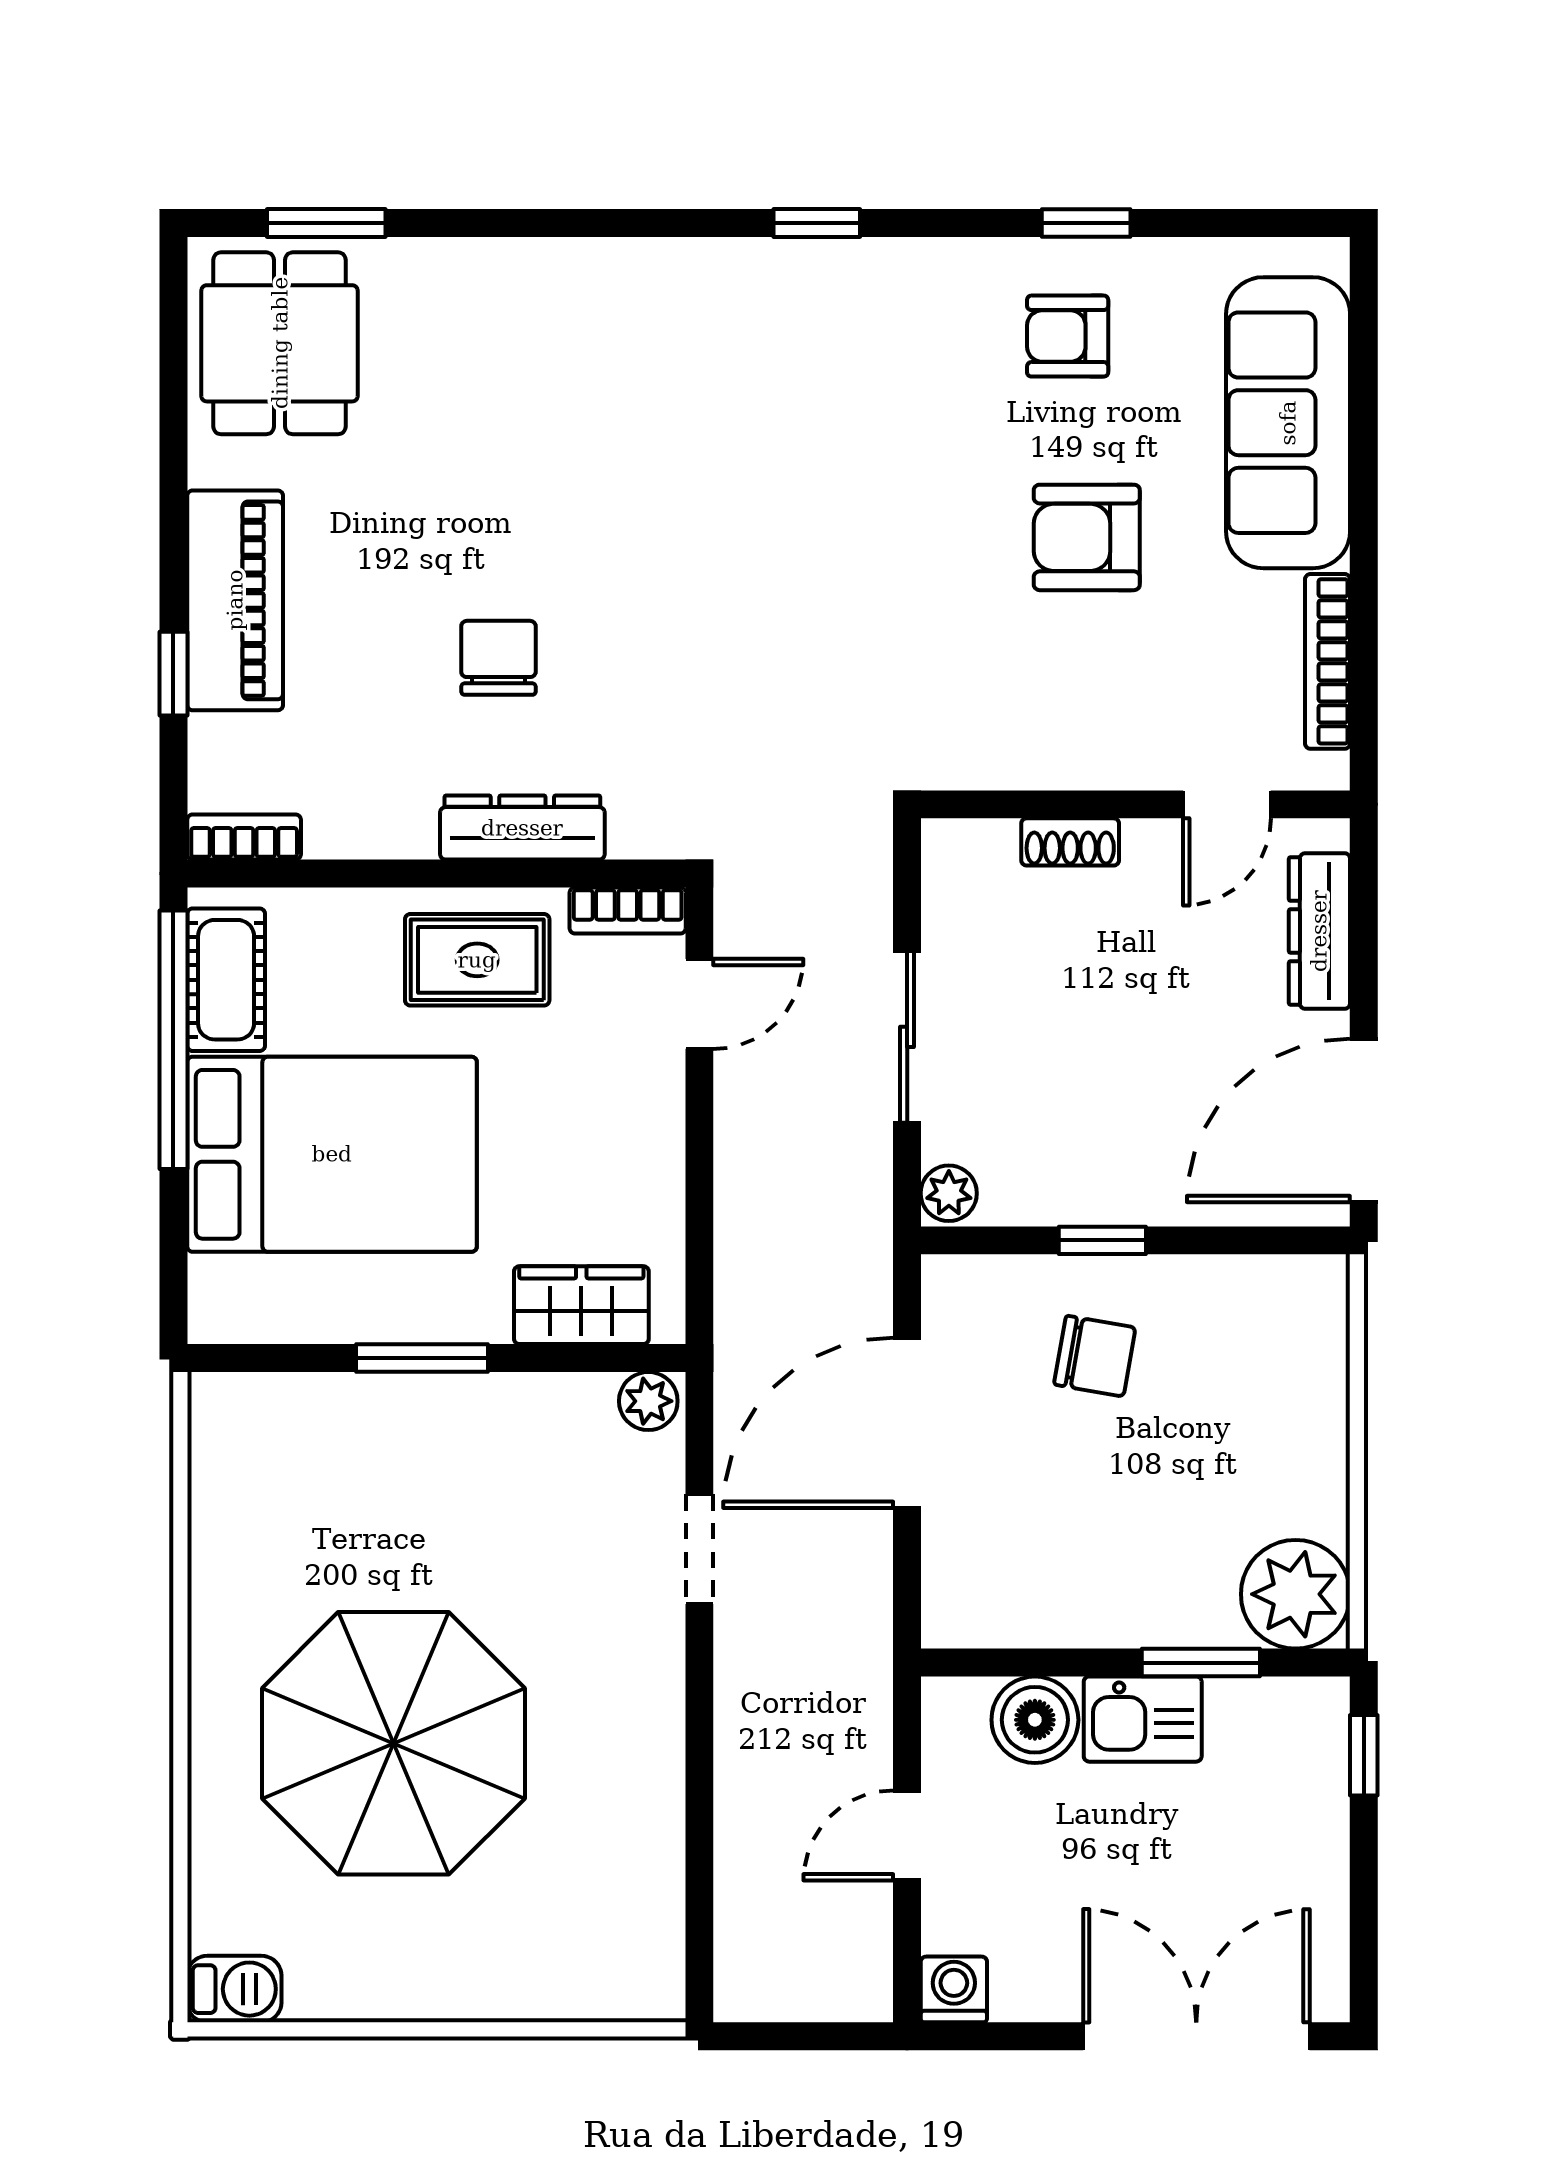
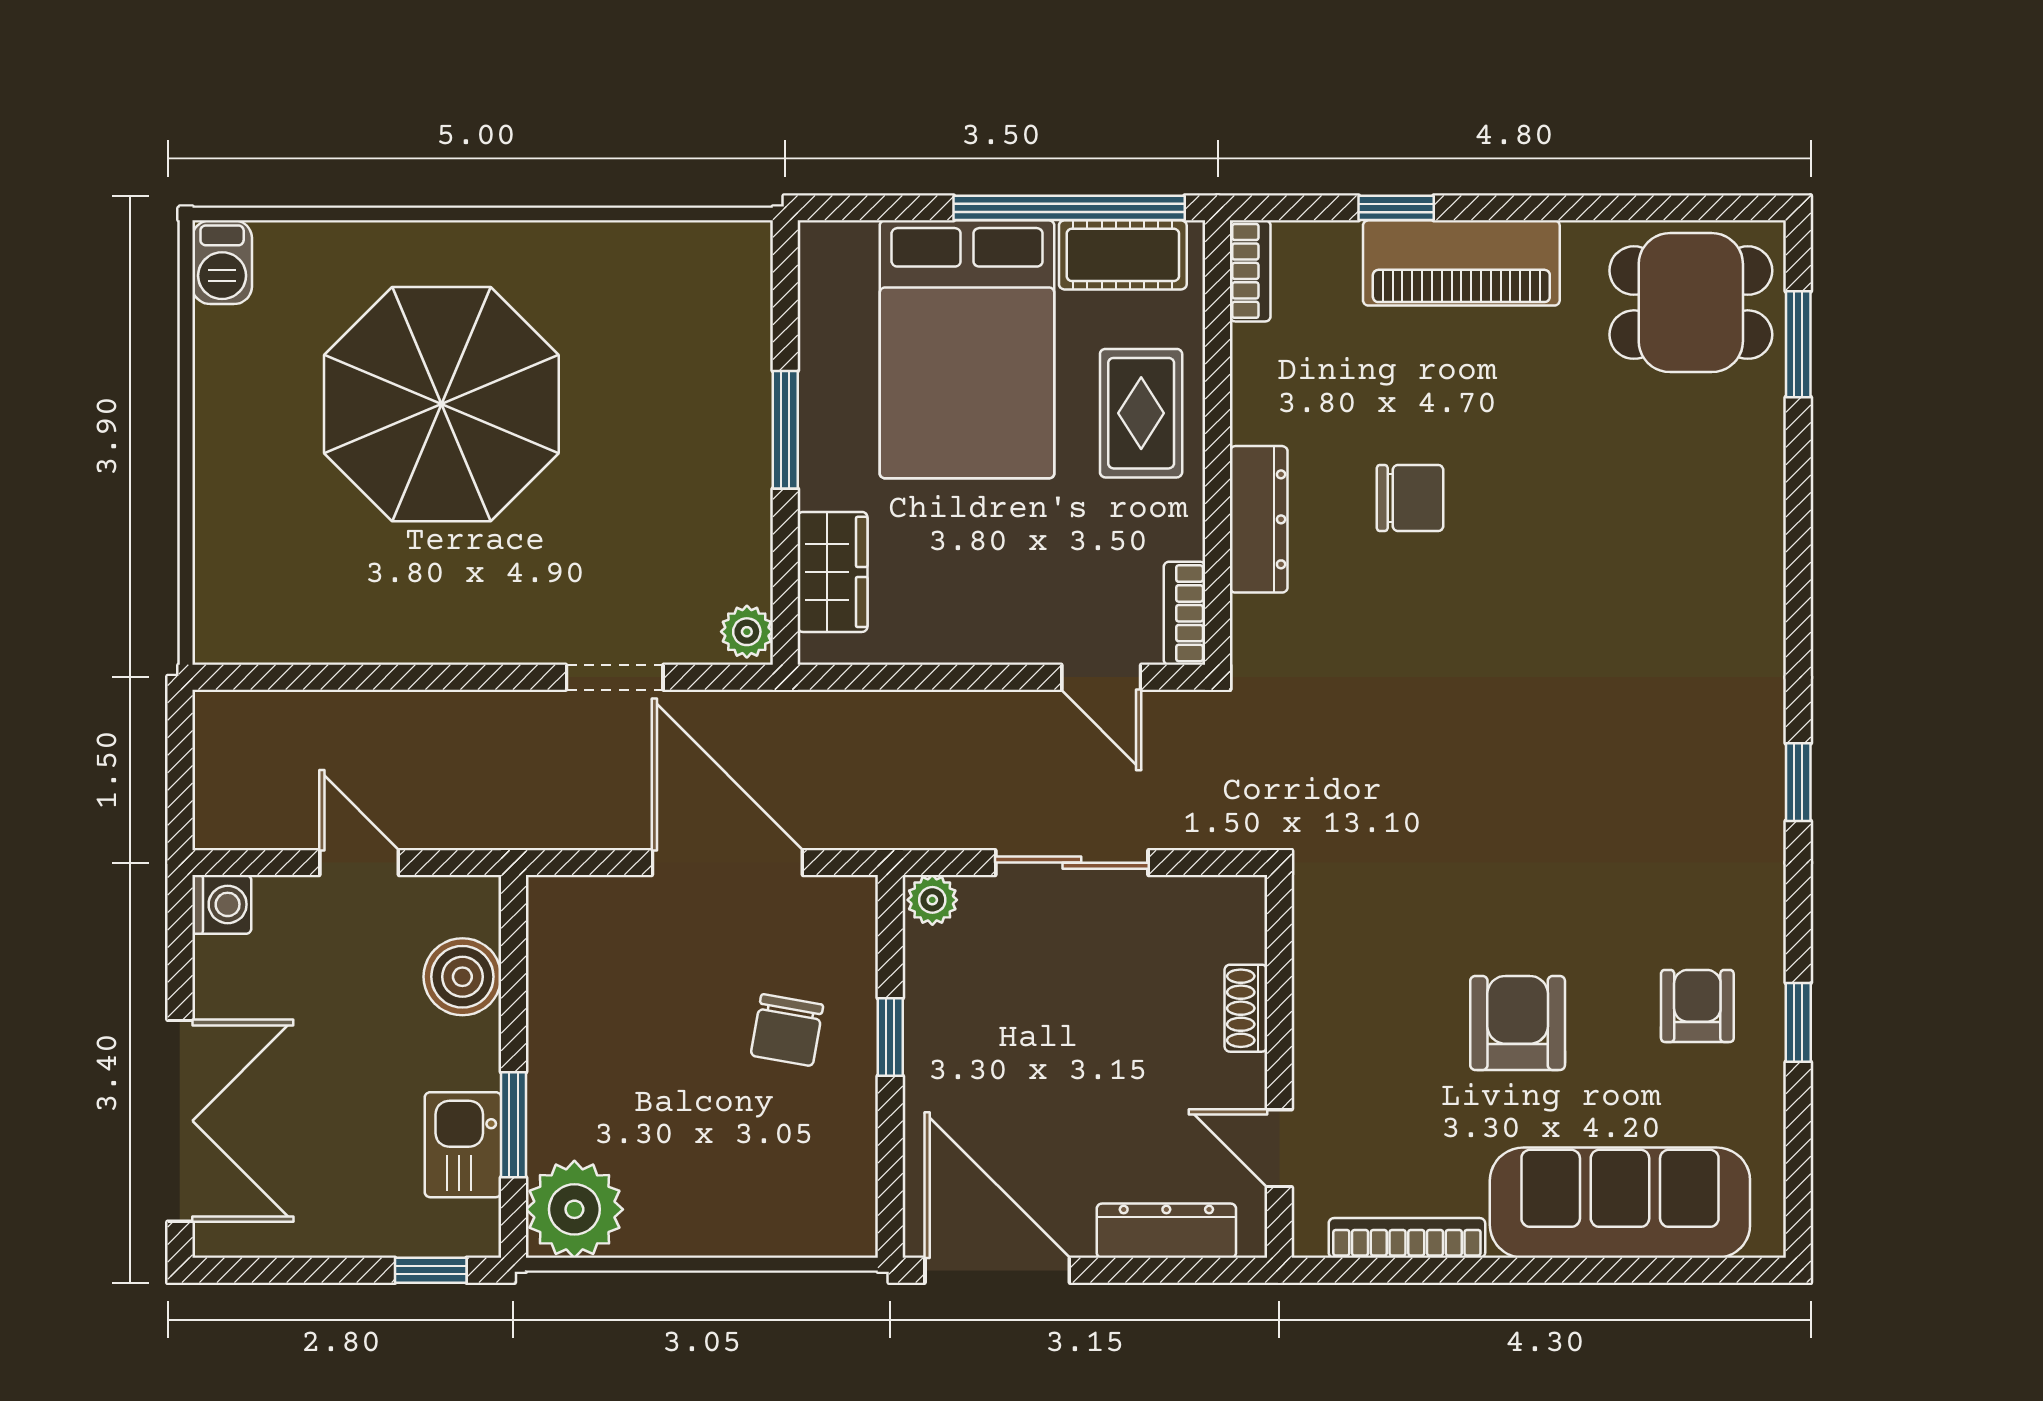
rug: (477, 960) -> (1141, 413), moved
kitchen sink: (1143, 1719) -> (463, 1145), moved

